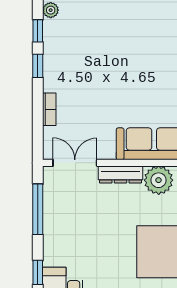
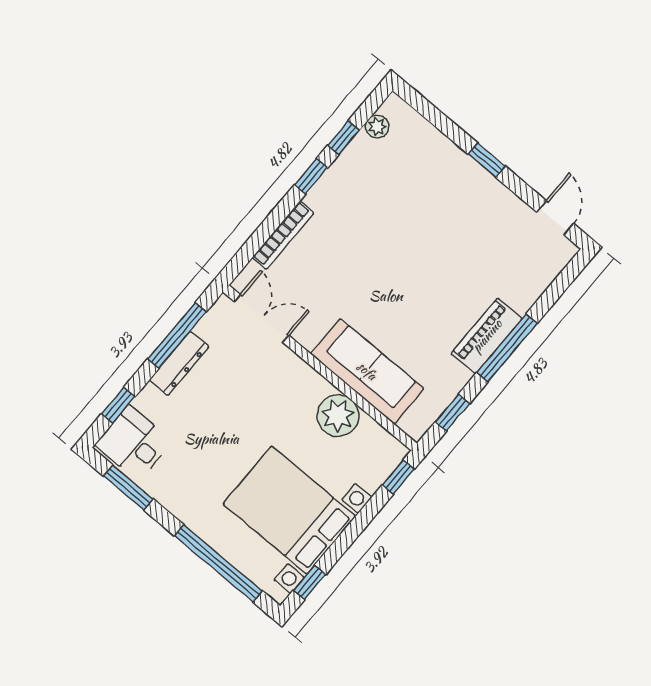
bookcase: (49, 109) -> (283, 235), width x1.56
dresser: (121, 174) -> (179, 363), moved, turned -90

